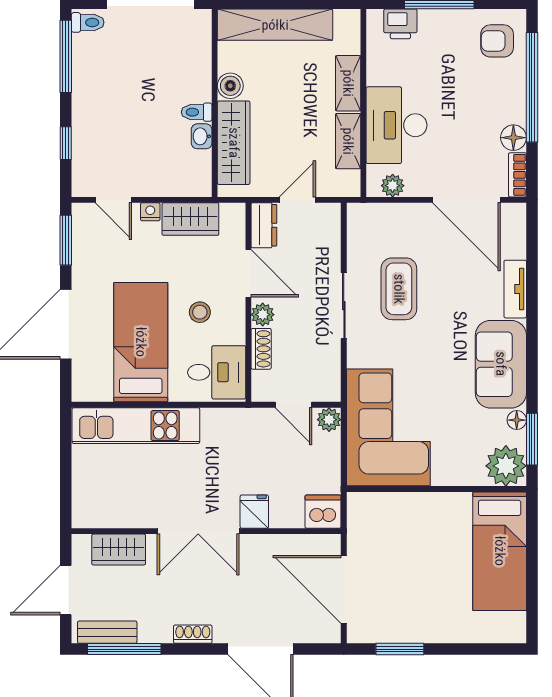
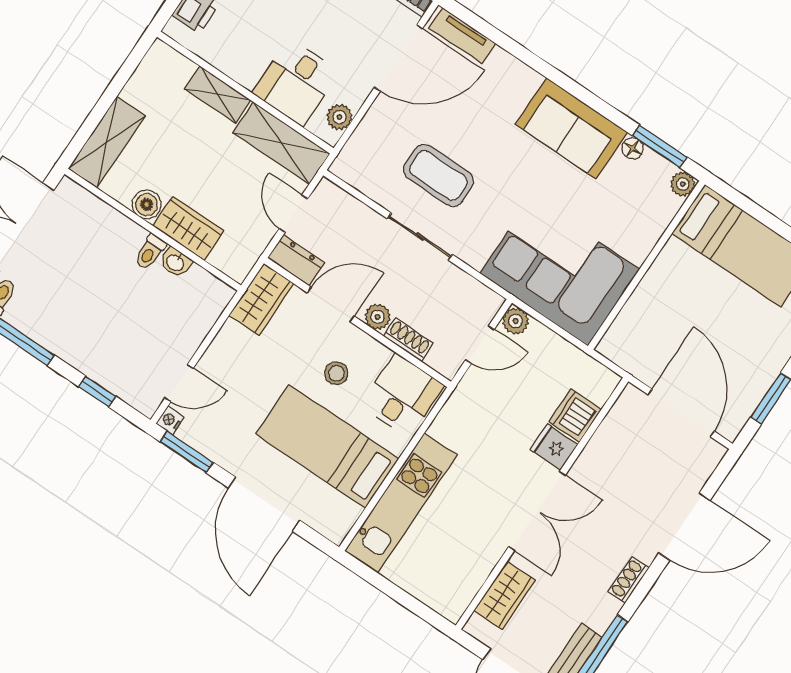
shelving: (275, 25) -> (107, 142), width x0.68
desk: (397, 125) -> (296, 82), width x0.73
shelving: (348, 141) -> (281, 143), width x1.50, depth x1.33
wardrobe: (234, 143) -> (188, 228), width x0.67
nightstand: (150, 212) -> (170, 420), moved
wardrobe: (190, 219) -> (261, 299), moved
tv unit: (515, 289) -> (462, 36), moved
plant: (506, 466) -> (683, 184), width x0.53, depth x0.53
dishwasher: (323, 512) -> (575, 415), moved
door: (344, 589) -> (681, 413), swing flipped

